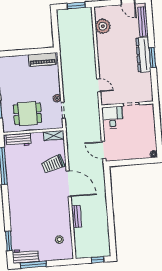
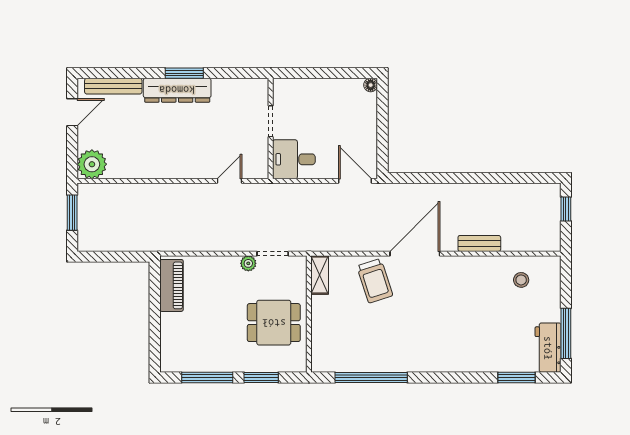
plant: (103, 26) -> (92, 164), moved
dining table: (27, 114) -> (274, 323), turned 90
workbench: (19, 140) -> (323, 344), removed
door: (104, 150) -> (355, 181), swing flipped

